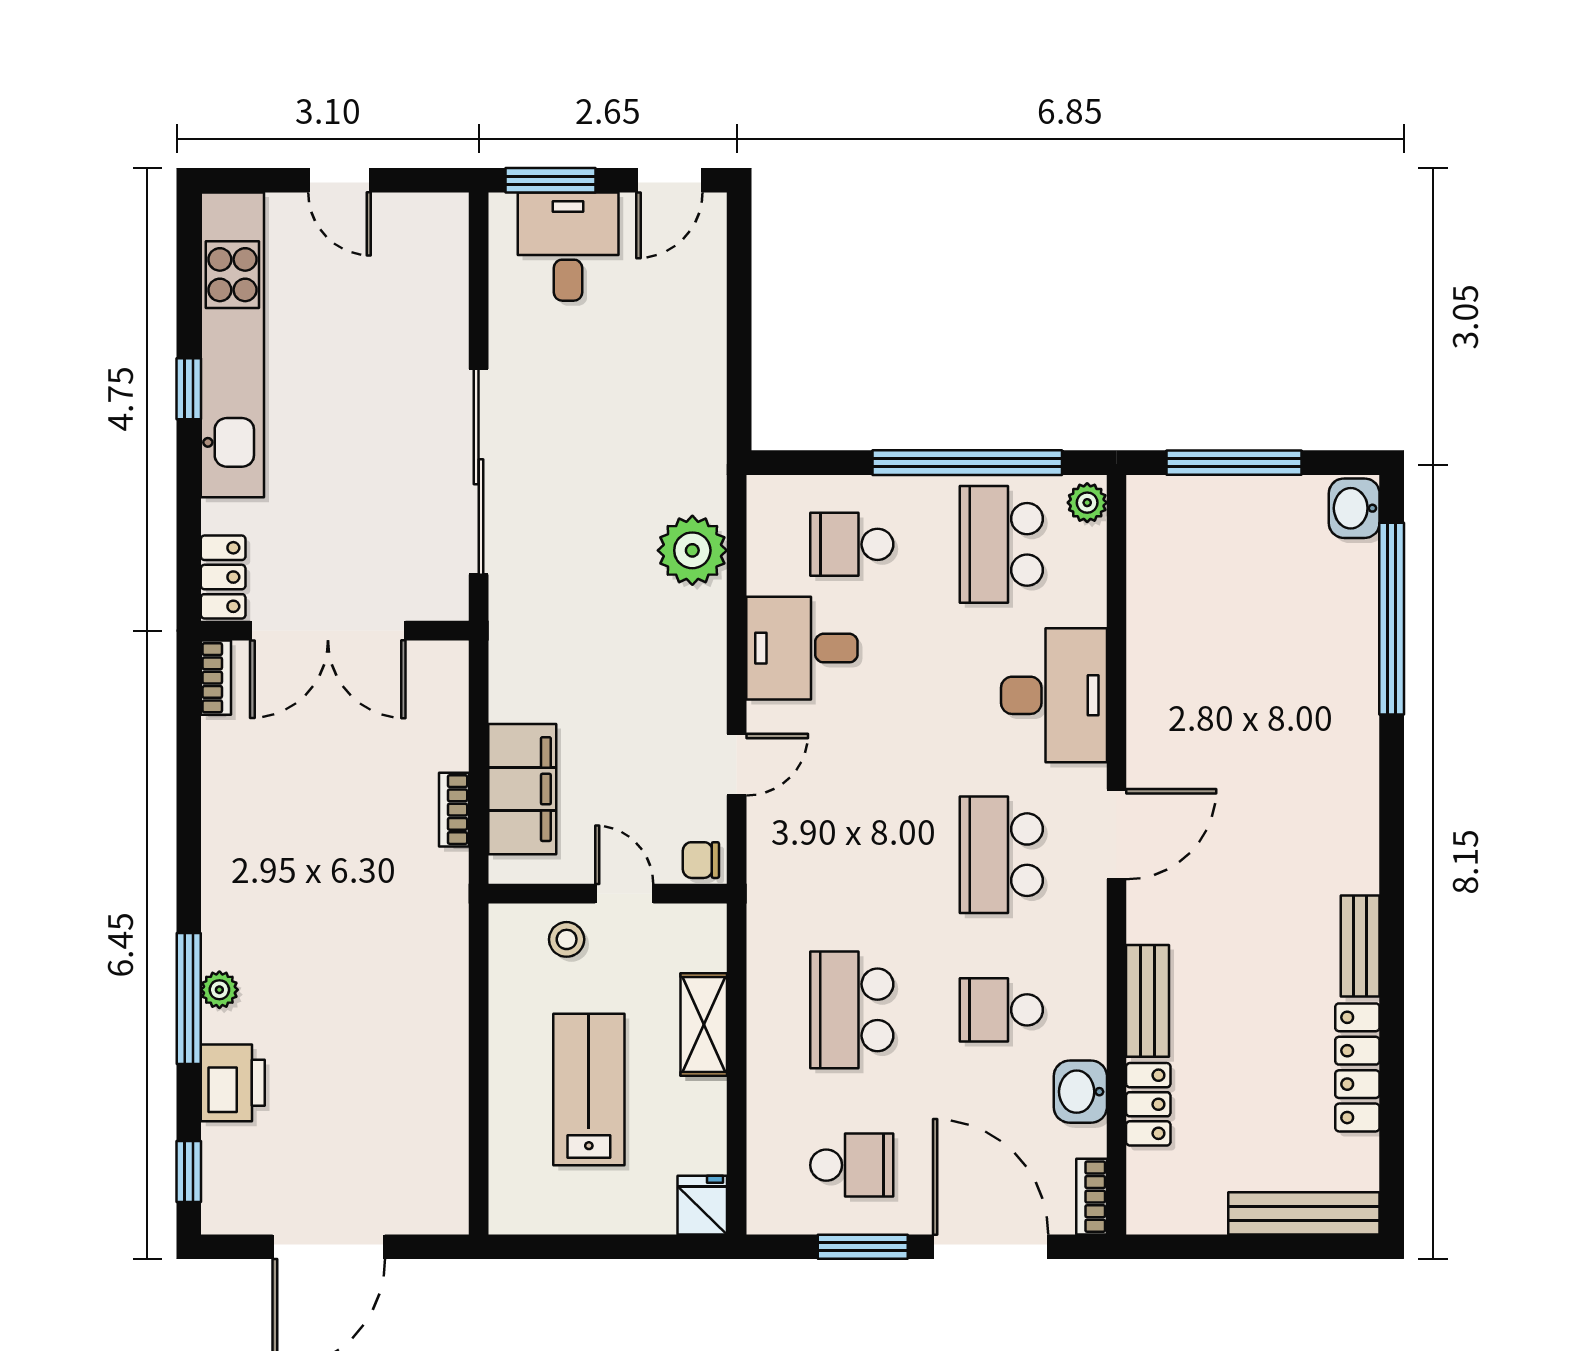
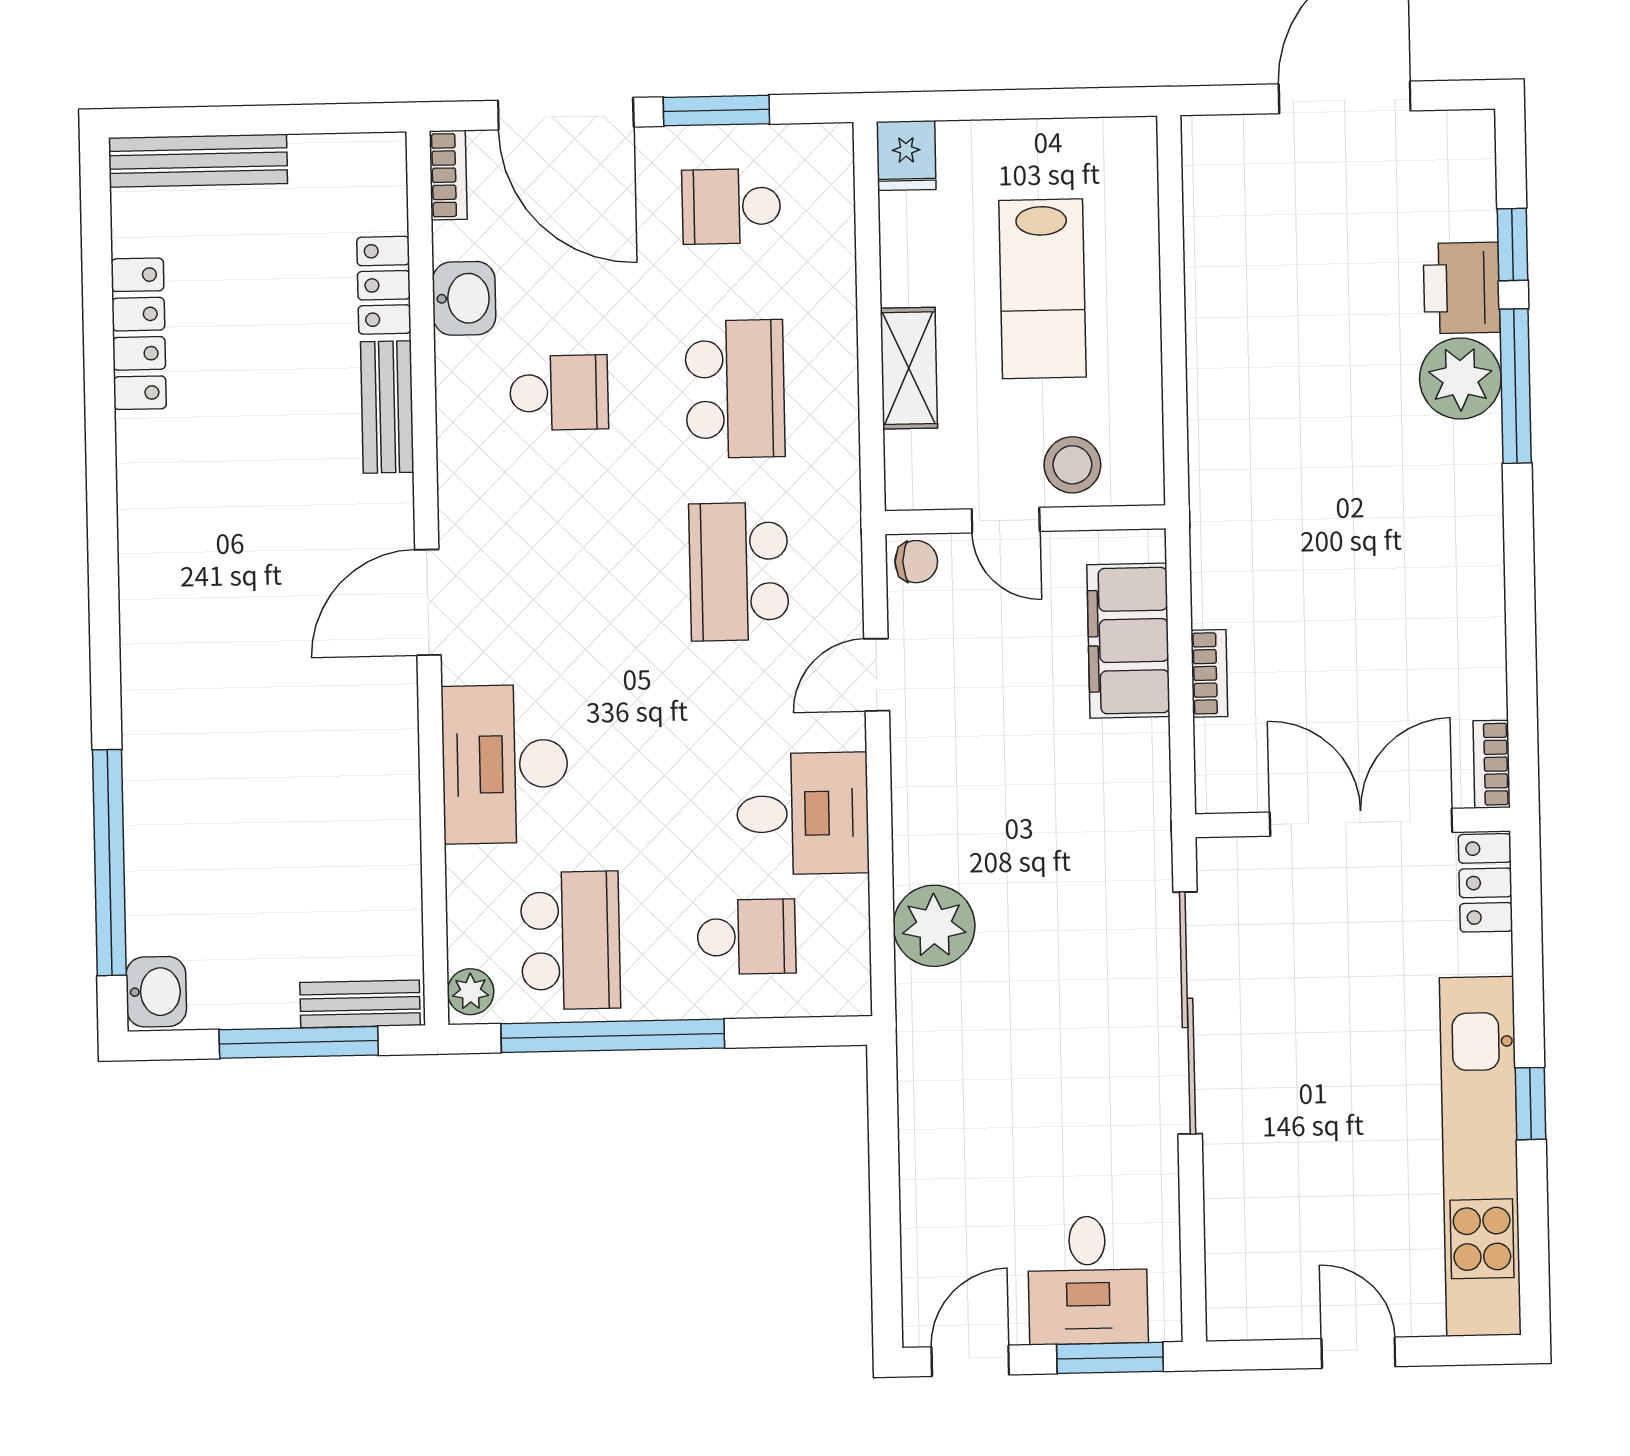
bookcase: (454, 810) -> (1209, 673), moved
school desk: (1001, 855) -> (739, 572), moved, turned 180
stool: (567, 939) -> (1072, 465), width x1.37, depth x1.37
bench: (1360, 946) -> (360, 1004), moved, turned 90
plant: (219, 990) -> (1460, 379), width x1.88, depth x1.88
window: (189, 1172) -> (1513, 244), moved

